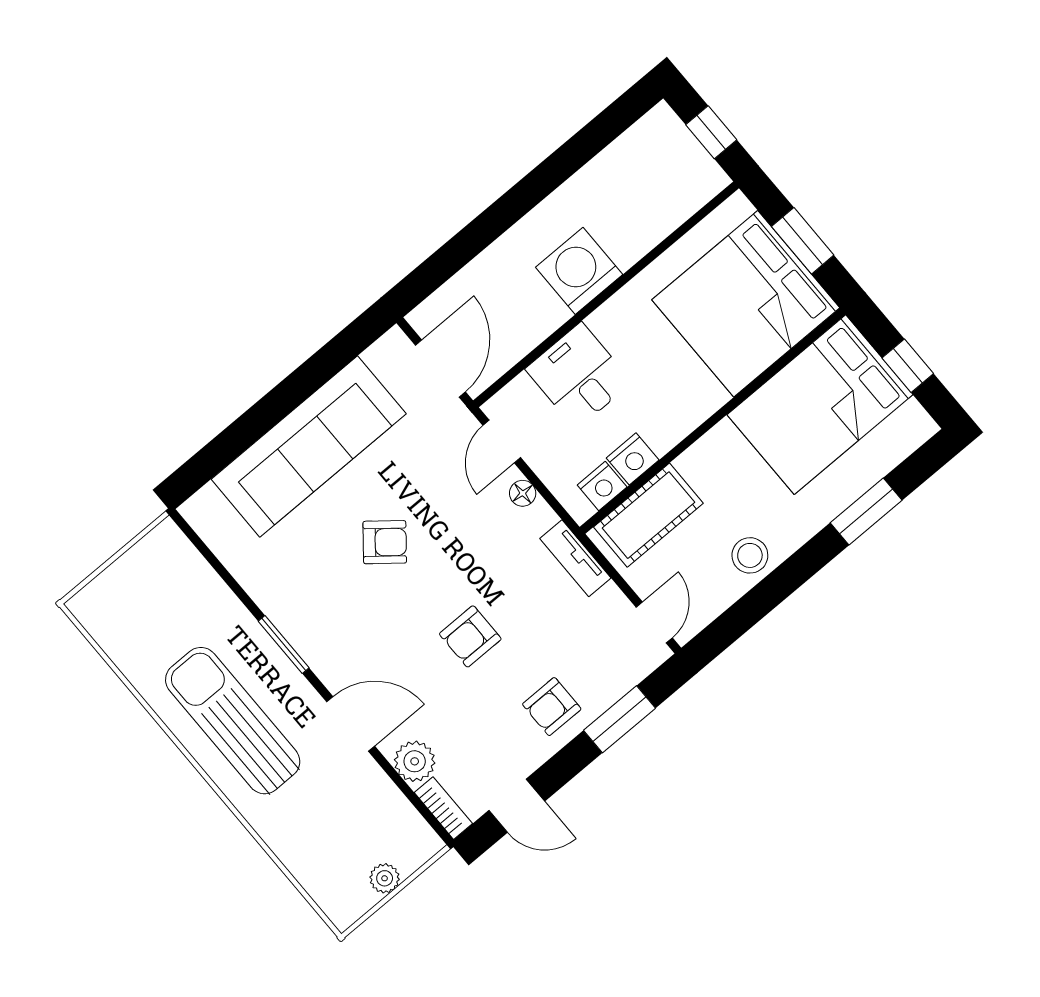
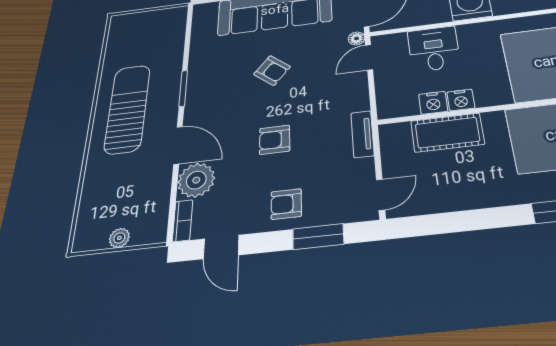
nightstand: (602, 486) -> (461, 100), moved
floor lamp: (523, 493) -> (356, 38), moved
cot: (648, 515) -> (447, 133), moved
stool: (750, 555) -> (466, 192), removed
plant: (415, 761) -> (196, 180), width x1.36, depth x1.36

